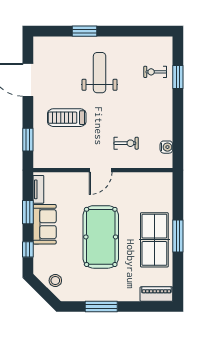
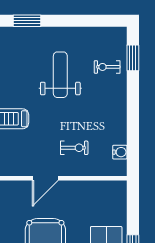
weight bench: (100, 73) -> (60, 75), moved
window: (178, 77) -> (133, 58), moved

